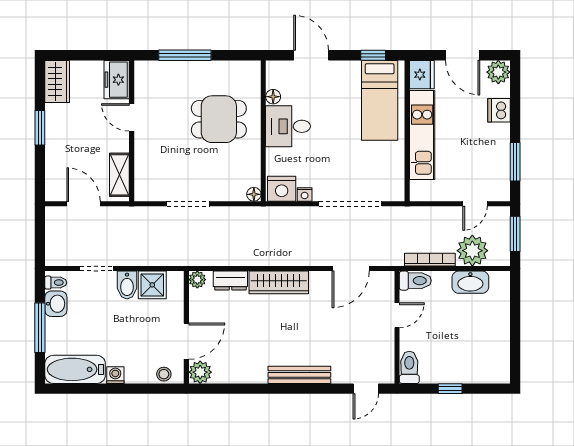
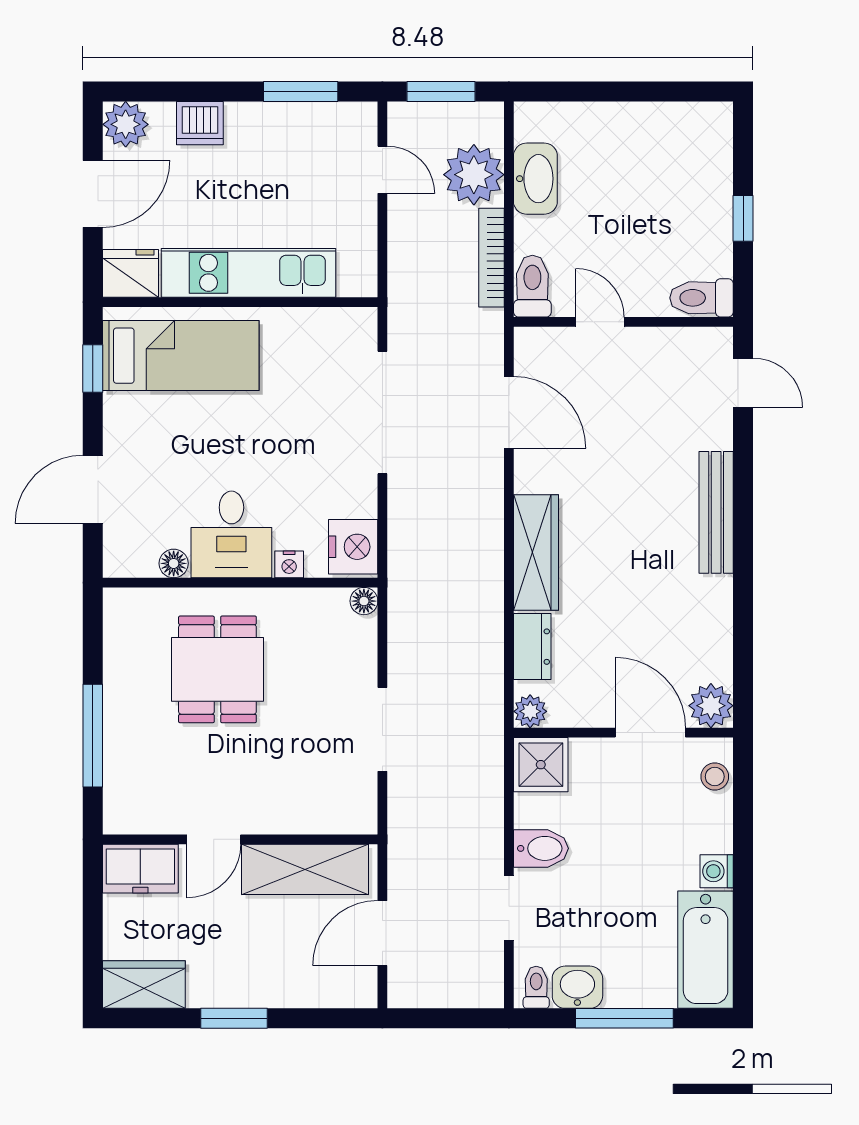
shelving: (119, 175) -> (305, 869), width x1.50, depth x1.33
nightstand: (305, 194) -> (289, 564), moved, turned 90
shower: (152, 285) -> (541, 765), moved

